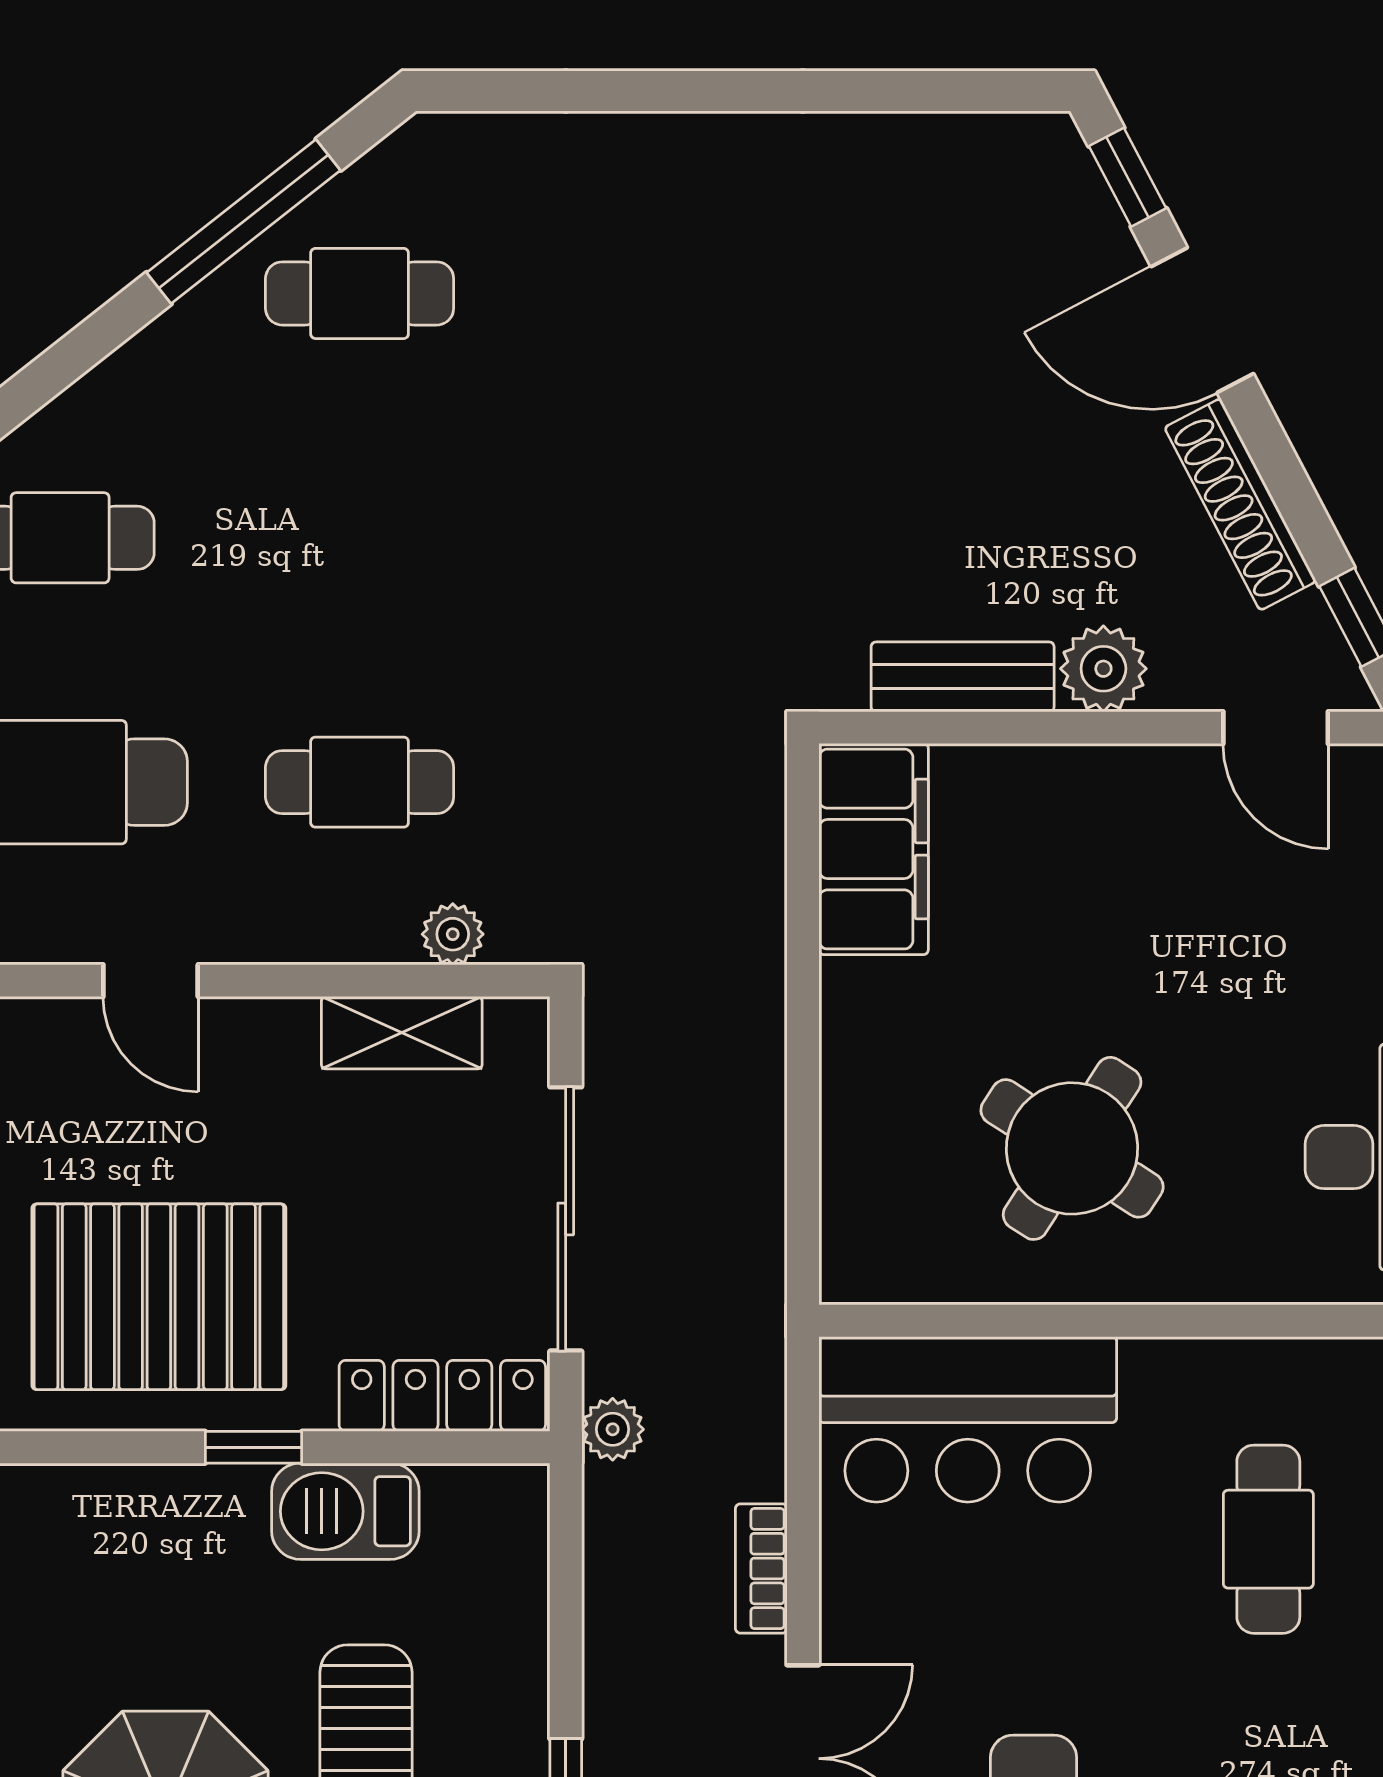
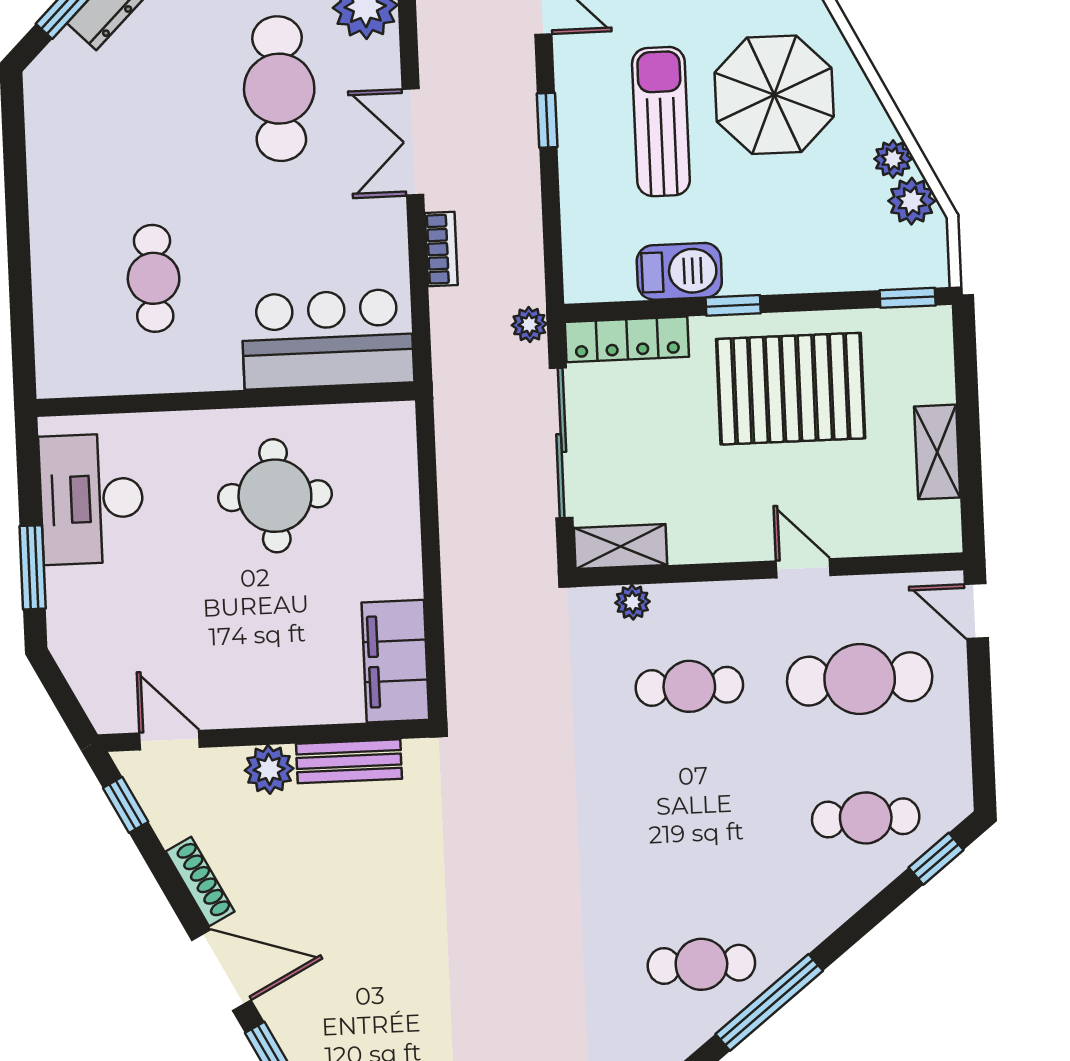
shoe rack: (1240, 504) -> (200, 881), width x0.74, depth x0.81
shelving: (402, 1033) -> (621, 547), moved
round table: (1072, 1148) -> (275, 496), turned -33

